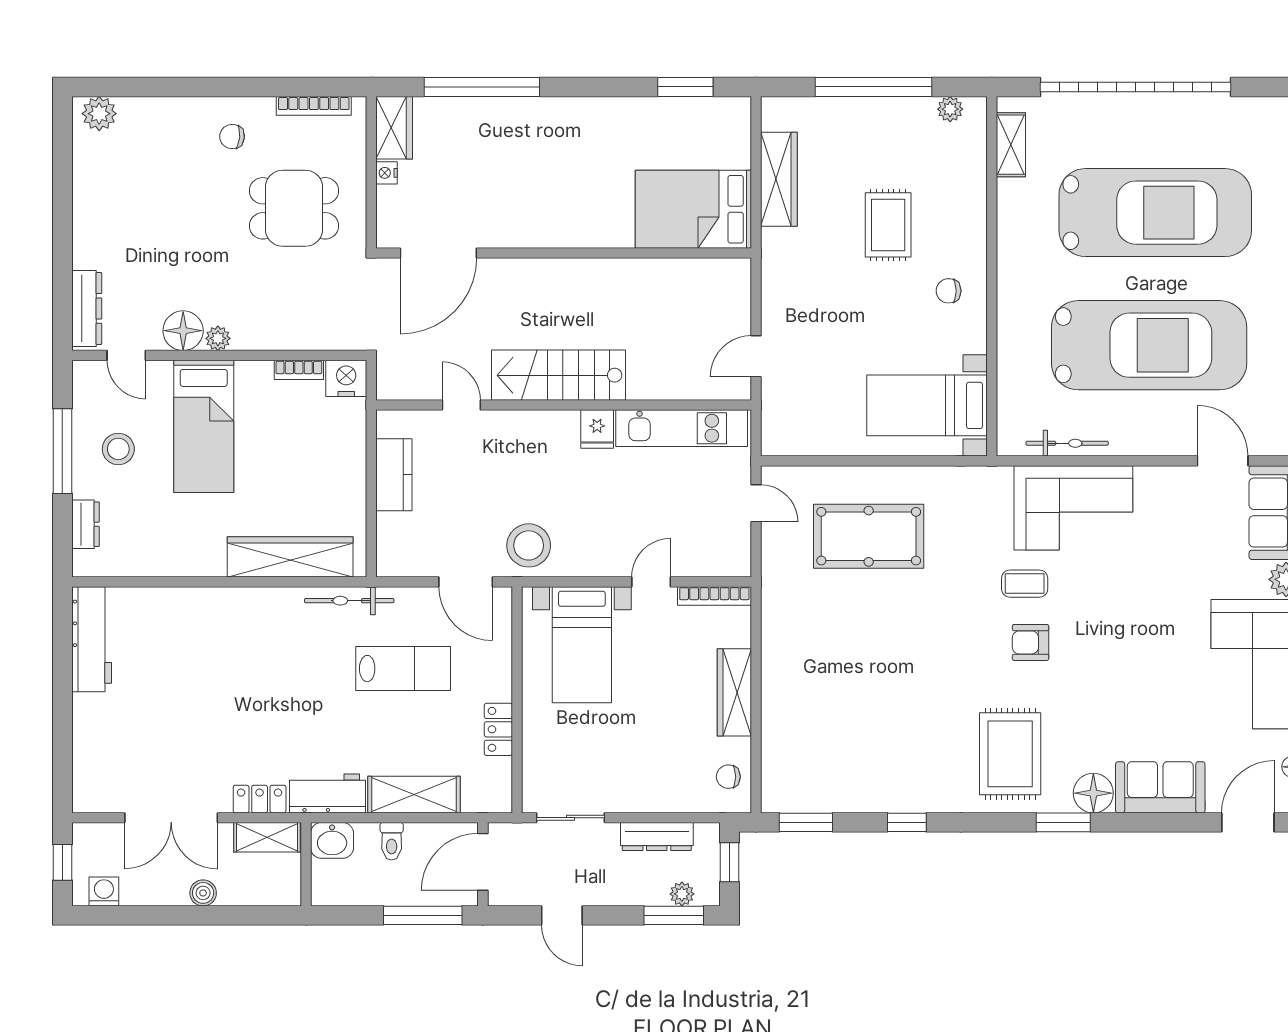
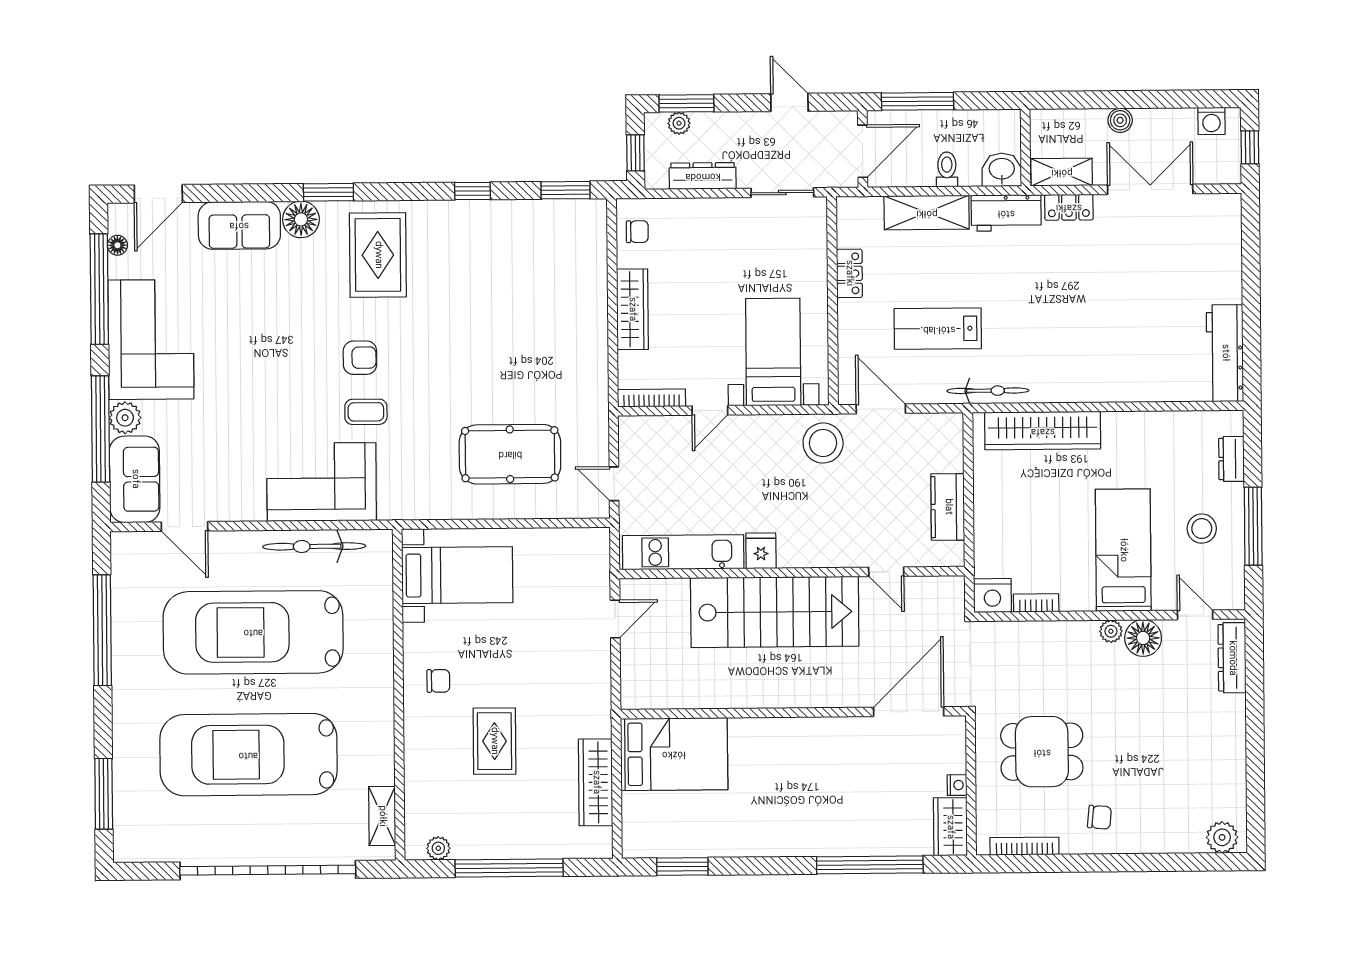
stairs: (558, 375) -> (775, 612), width x1.36, depth x1.51
bicycle: (1067, 443) -> (314, 546), width x1.37, depth x1.40

